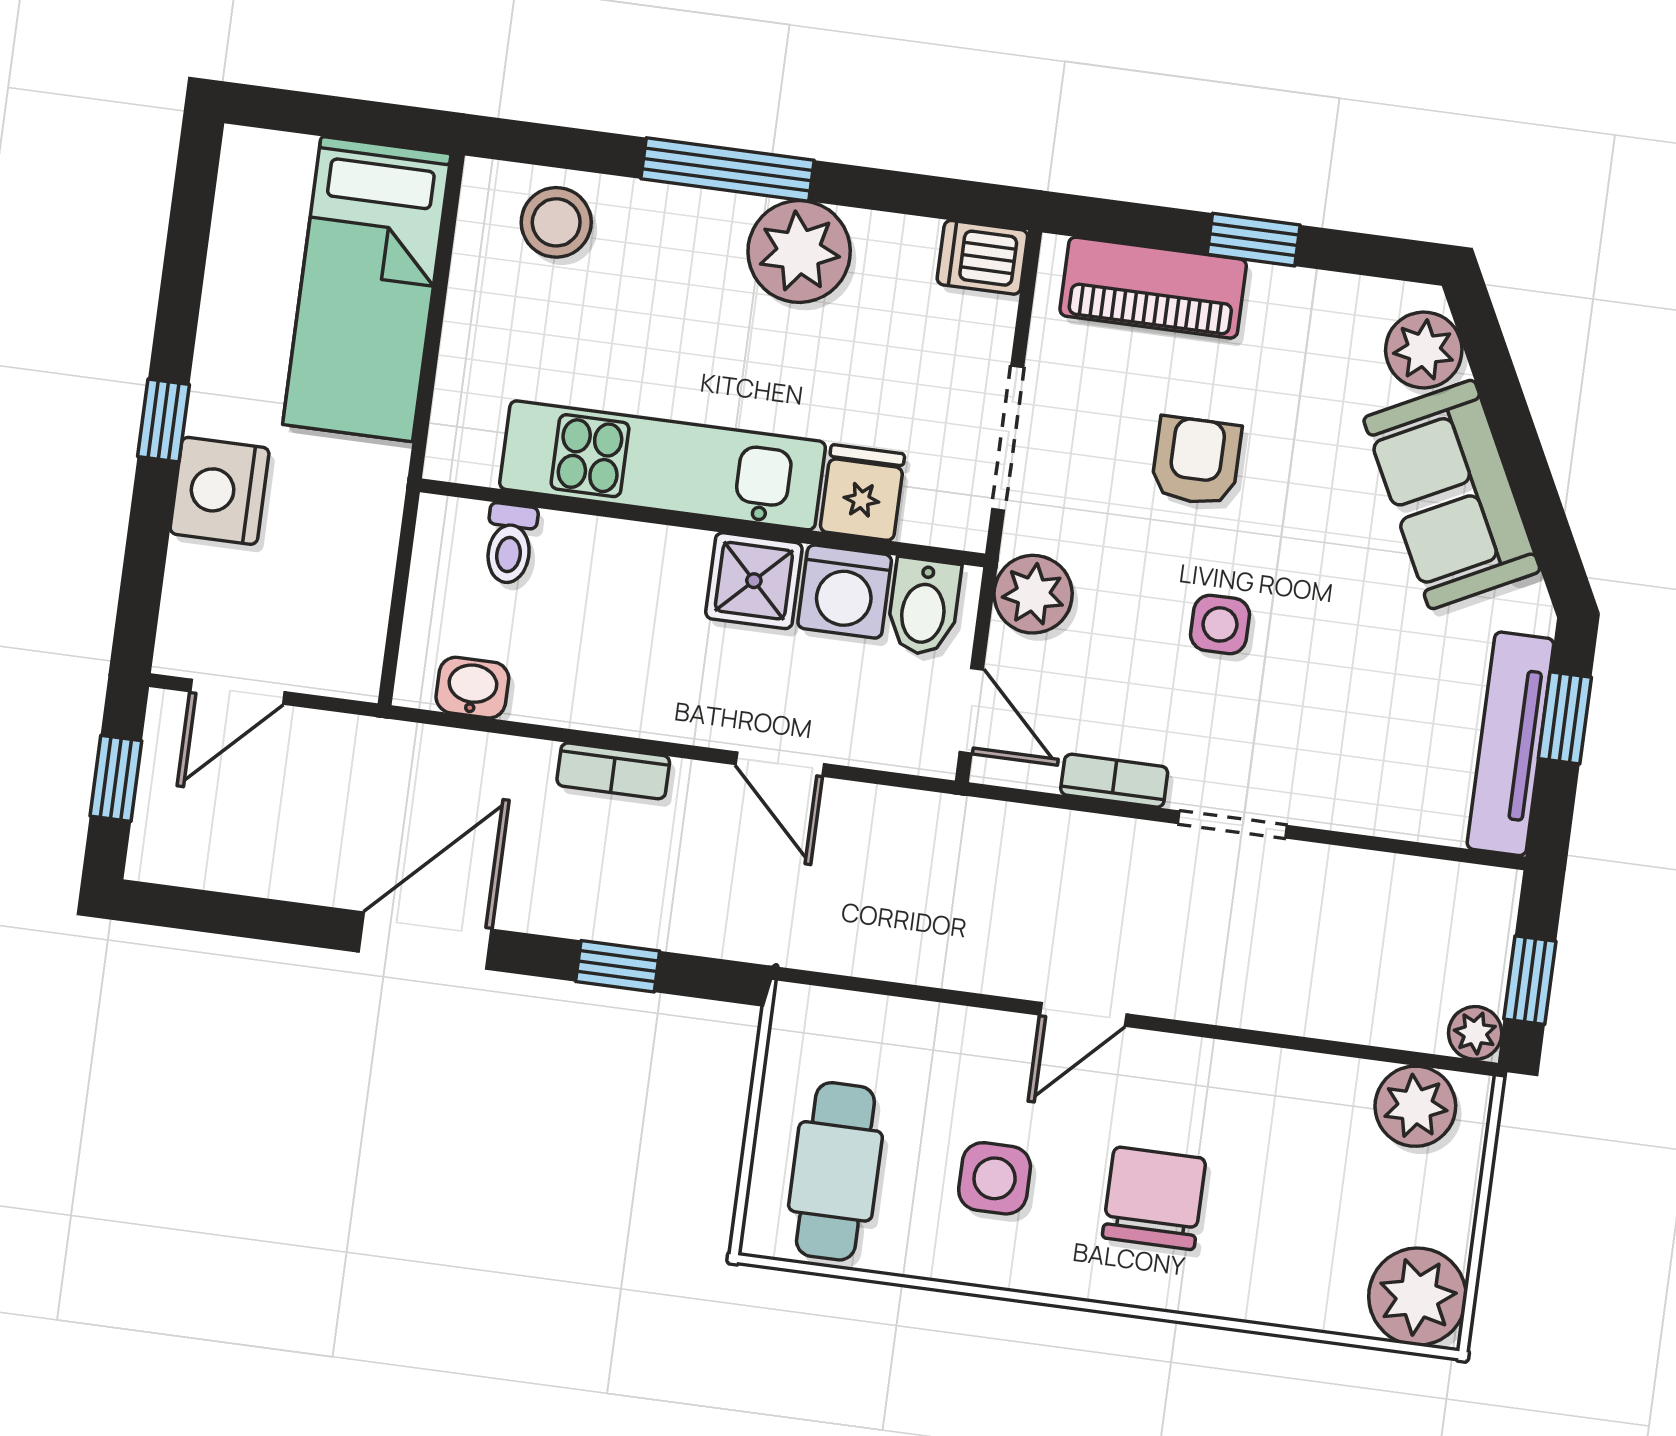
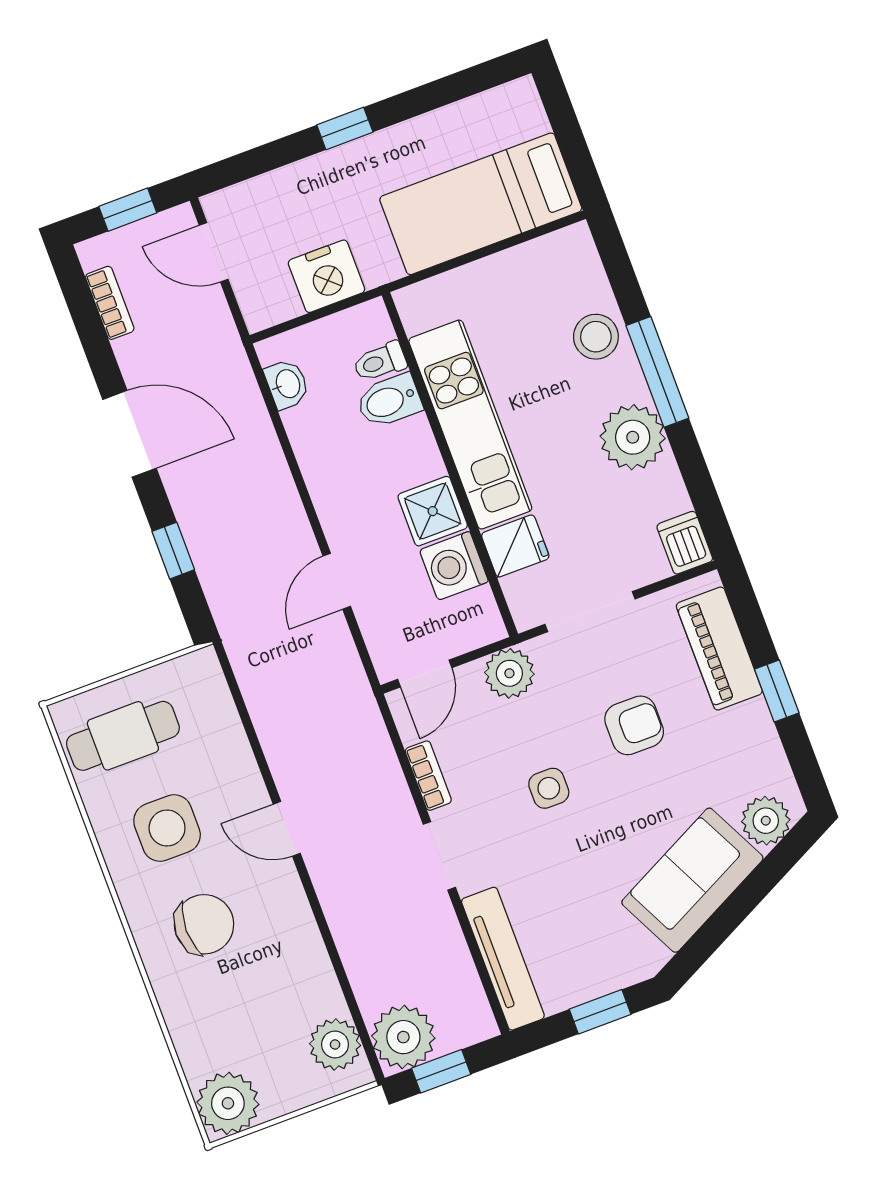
stool: (556, 222) -> (596, 337), moved
nightstand: (220, 491) -> (326, 276), moved, turned 180
bidet: (924, 607) -> (389, 401), moved
tv unit: (1510, 744) -> (503, 959), moved, turned 90
bookcase: (613, 771) -> (110, 303), moved, turned 180
plant: (1475, 1033) -> (403, 1037), width x1.88, depth x1.88
side table: (995, 1178) -> (167, 828), width x1.37, depth x1.37

